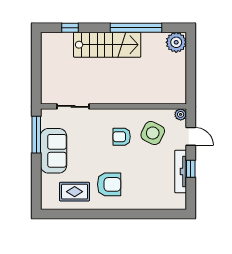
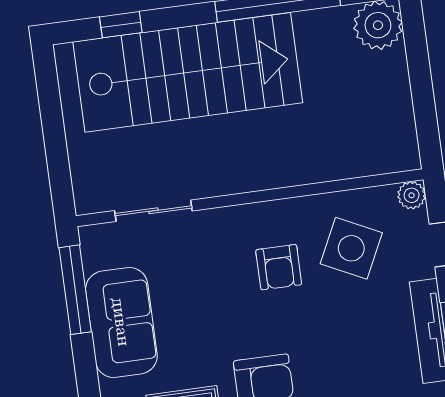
stairs: (107, 45) -> (188, 72), width x1.36, depth x1.51
armchair: (122, 137) -> (279, 267), turned -90

